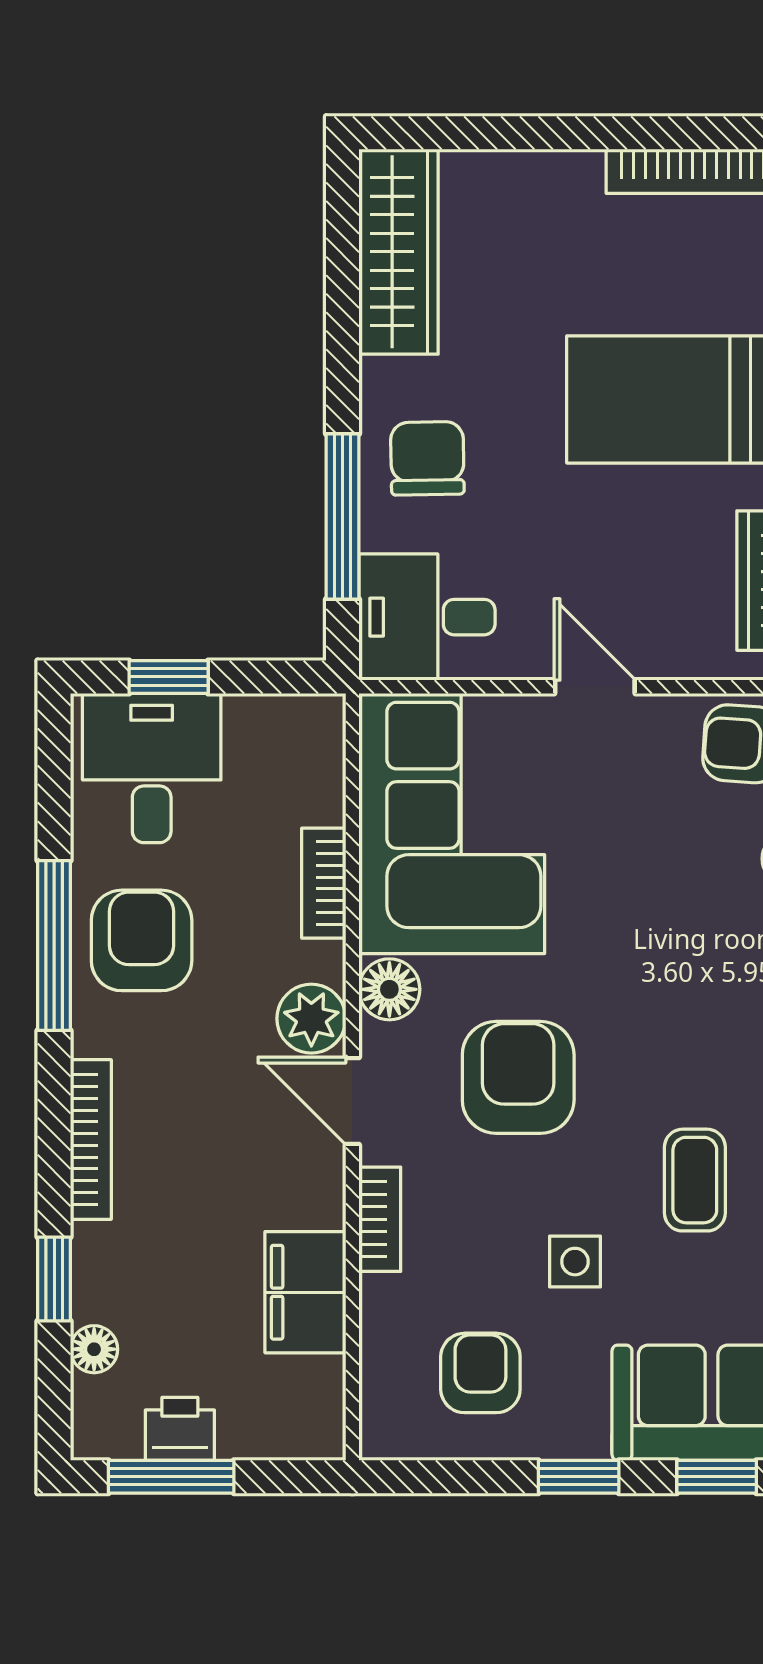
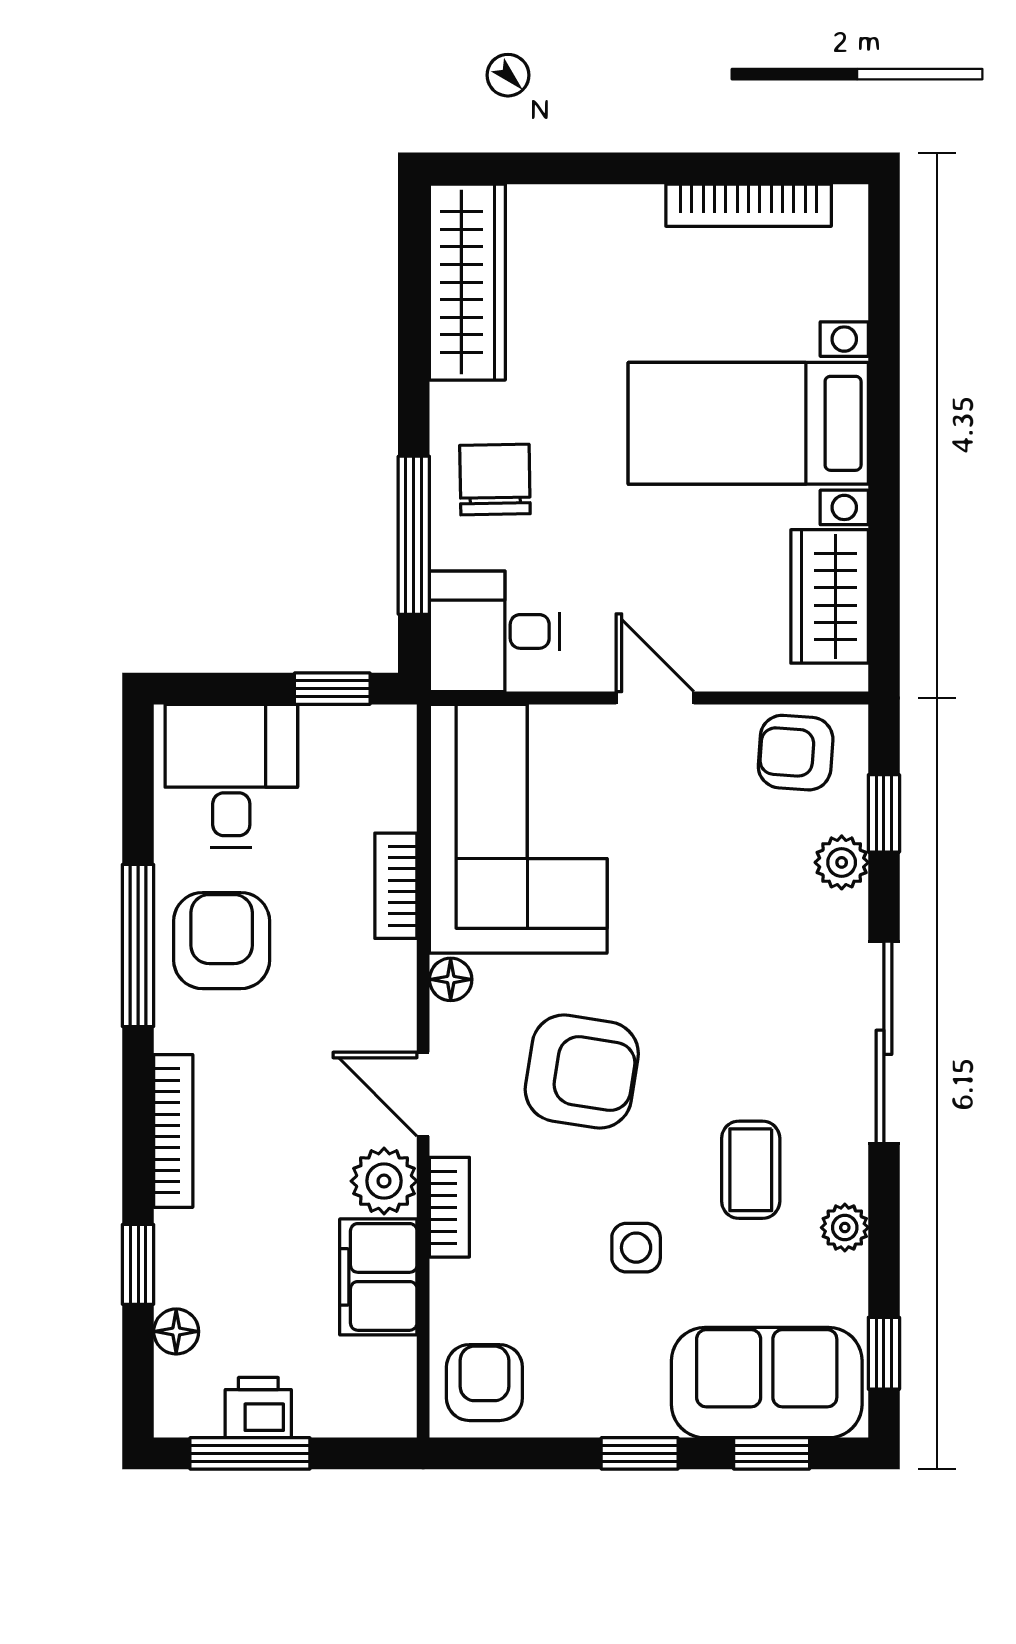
window: (169, 677) -> (332, 689), moved
floor lamp: (389, 989) -> (451, 979), width x0.73, depth x0.73
plant: (311, 1019) -> (384, 1181), moved
armchair: (518, 1077) -> (582, 1072), turned 99
armchair: (480, 1373) -> (484, 1383), moved

